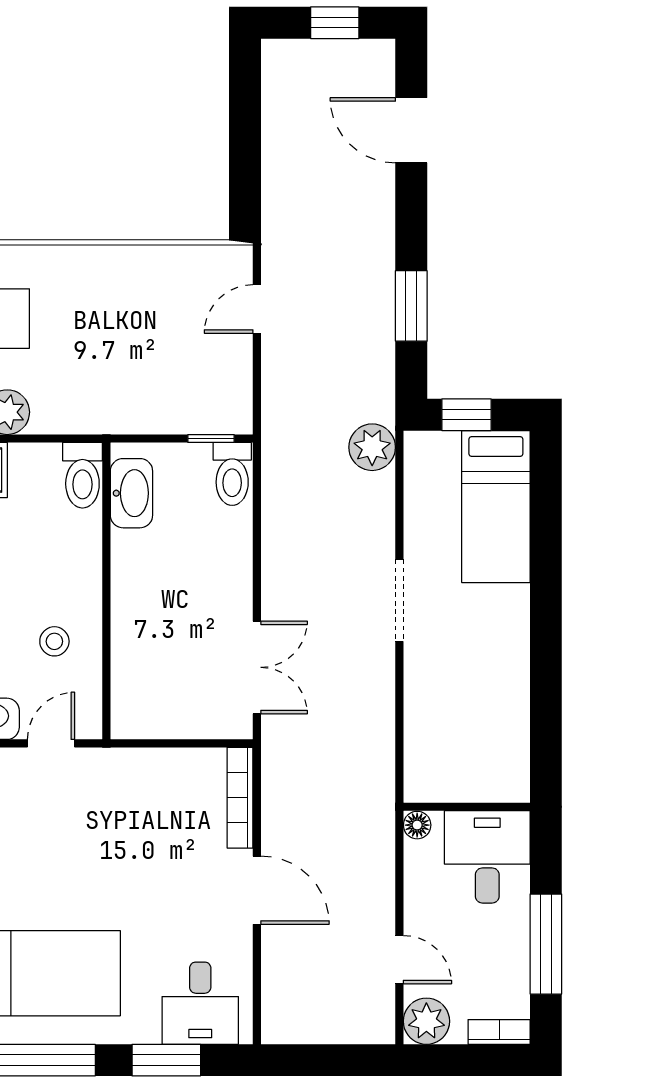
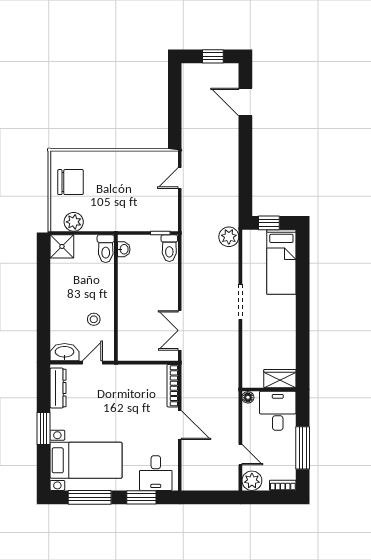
window: (411, 306) -> (245, 177), removed
washbasin: (131, 493) -> (124, 249), width x0.52, depth x0.69
double door: (257, 667) -> (180, 330), swing flipped
wardrobe: (492, 781) -> (280, 379), added

